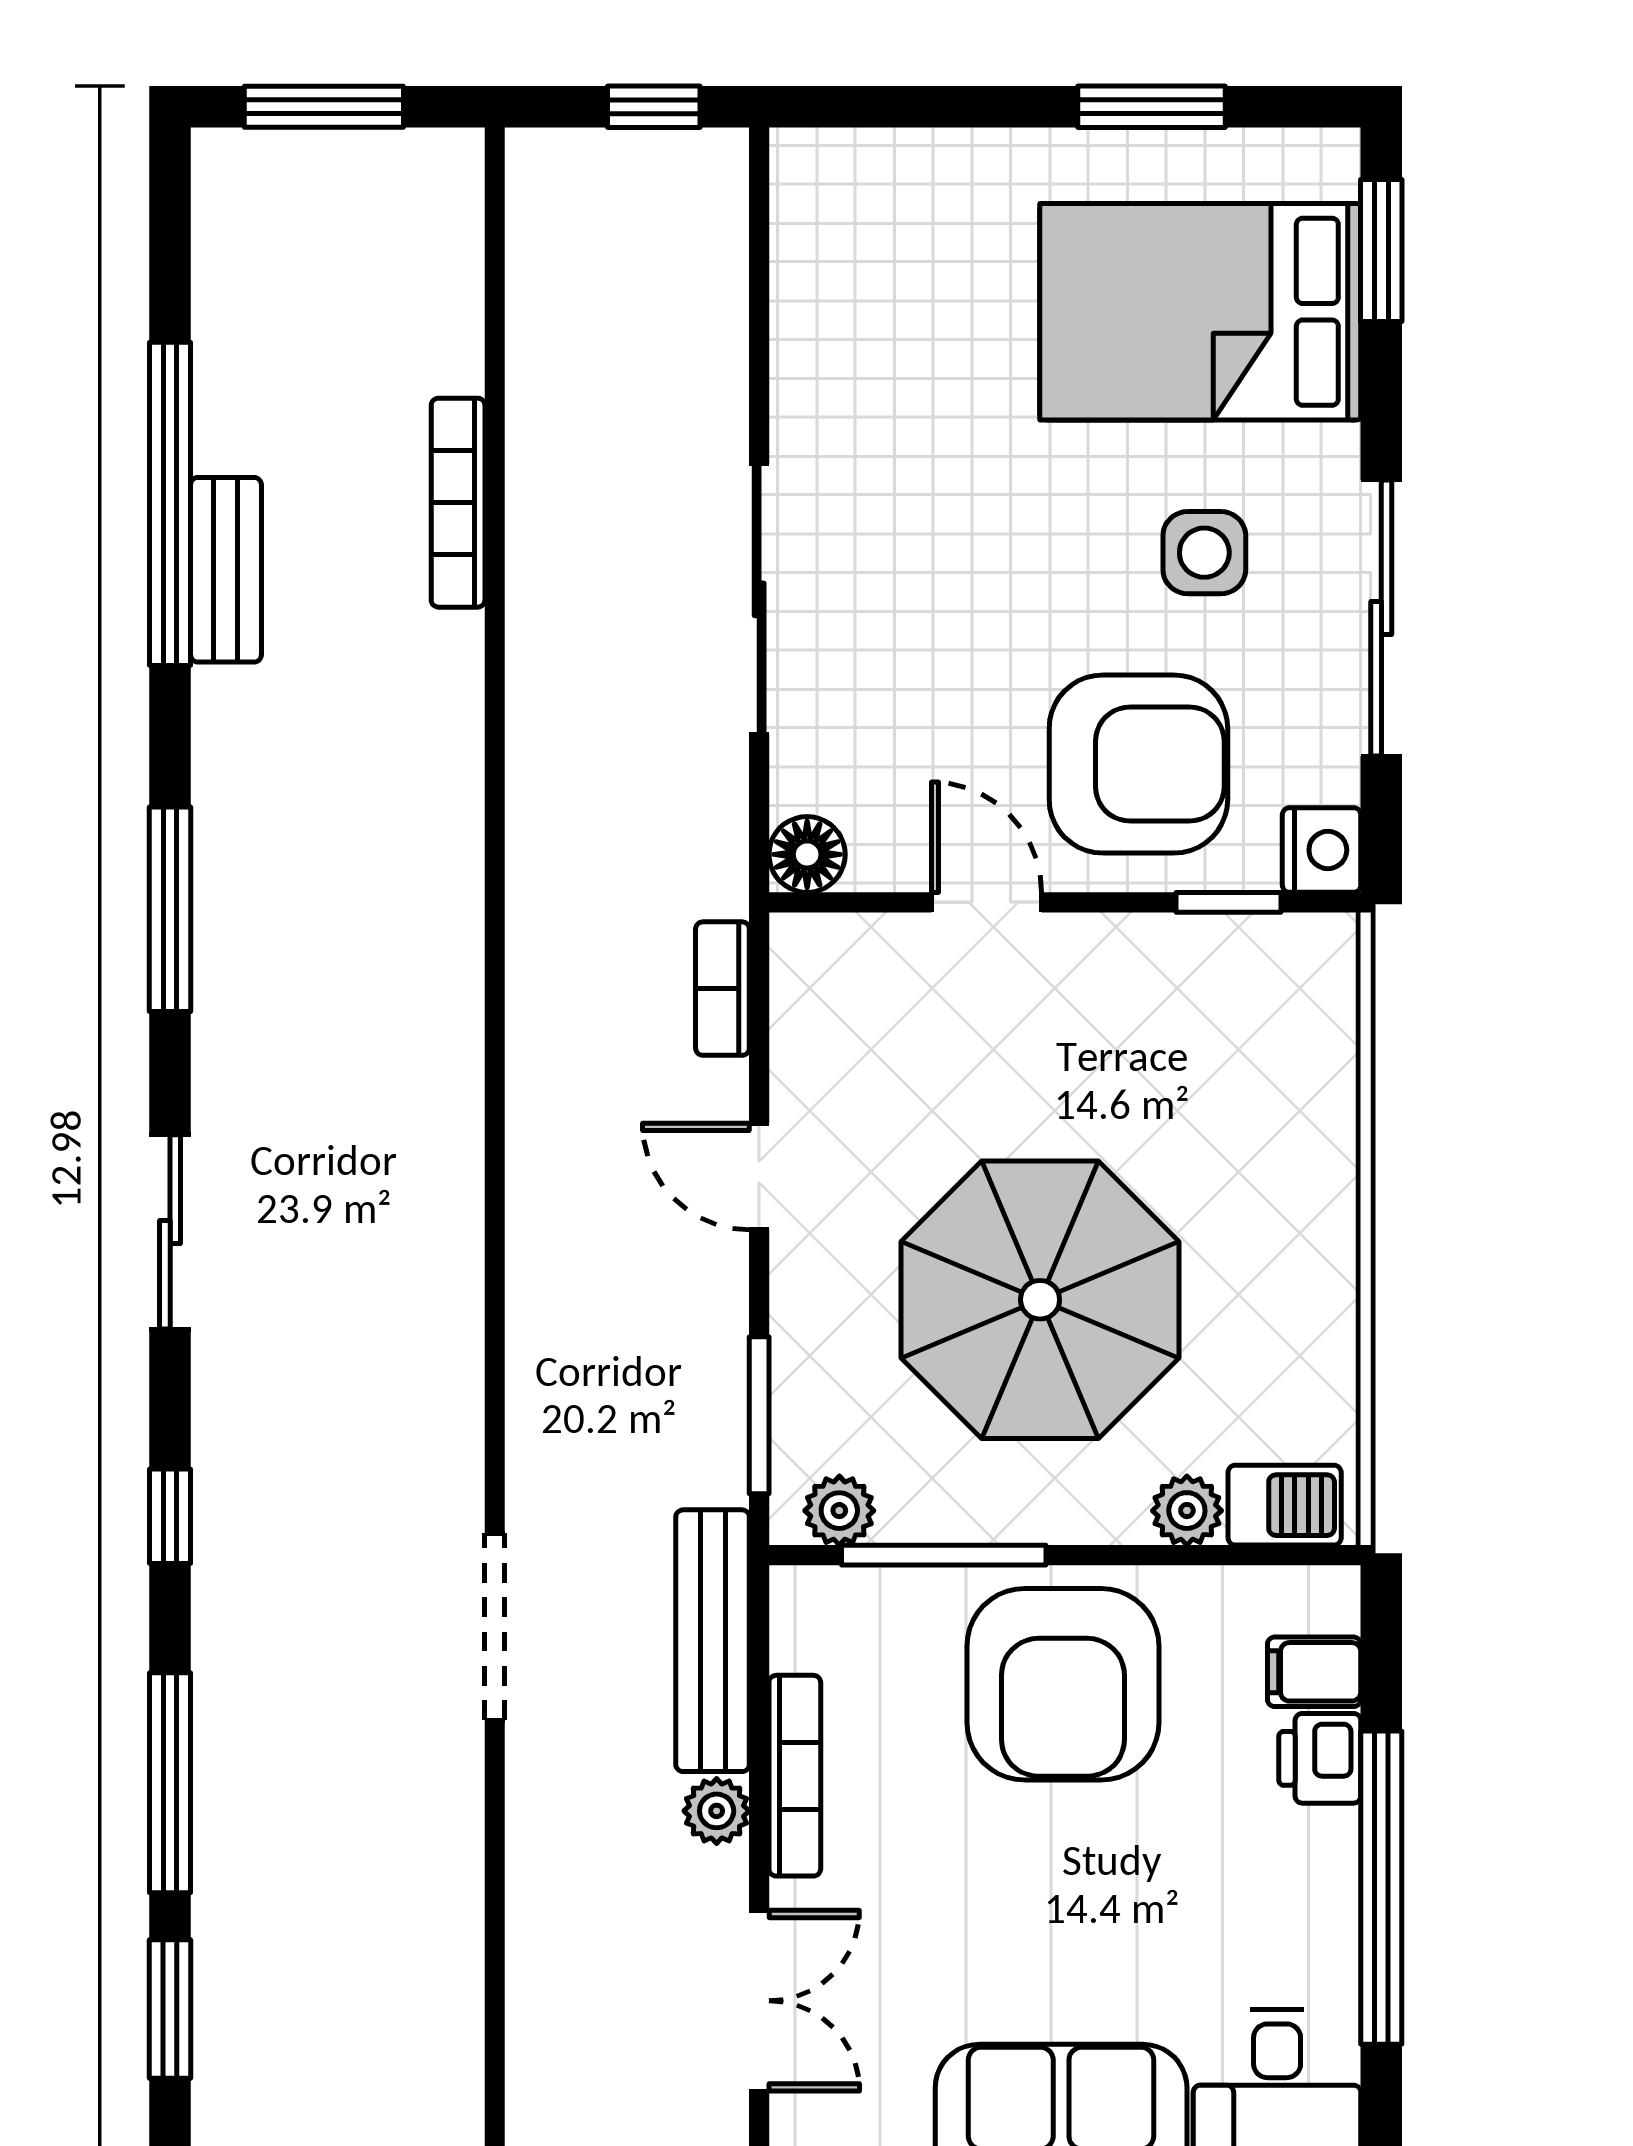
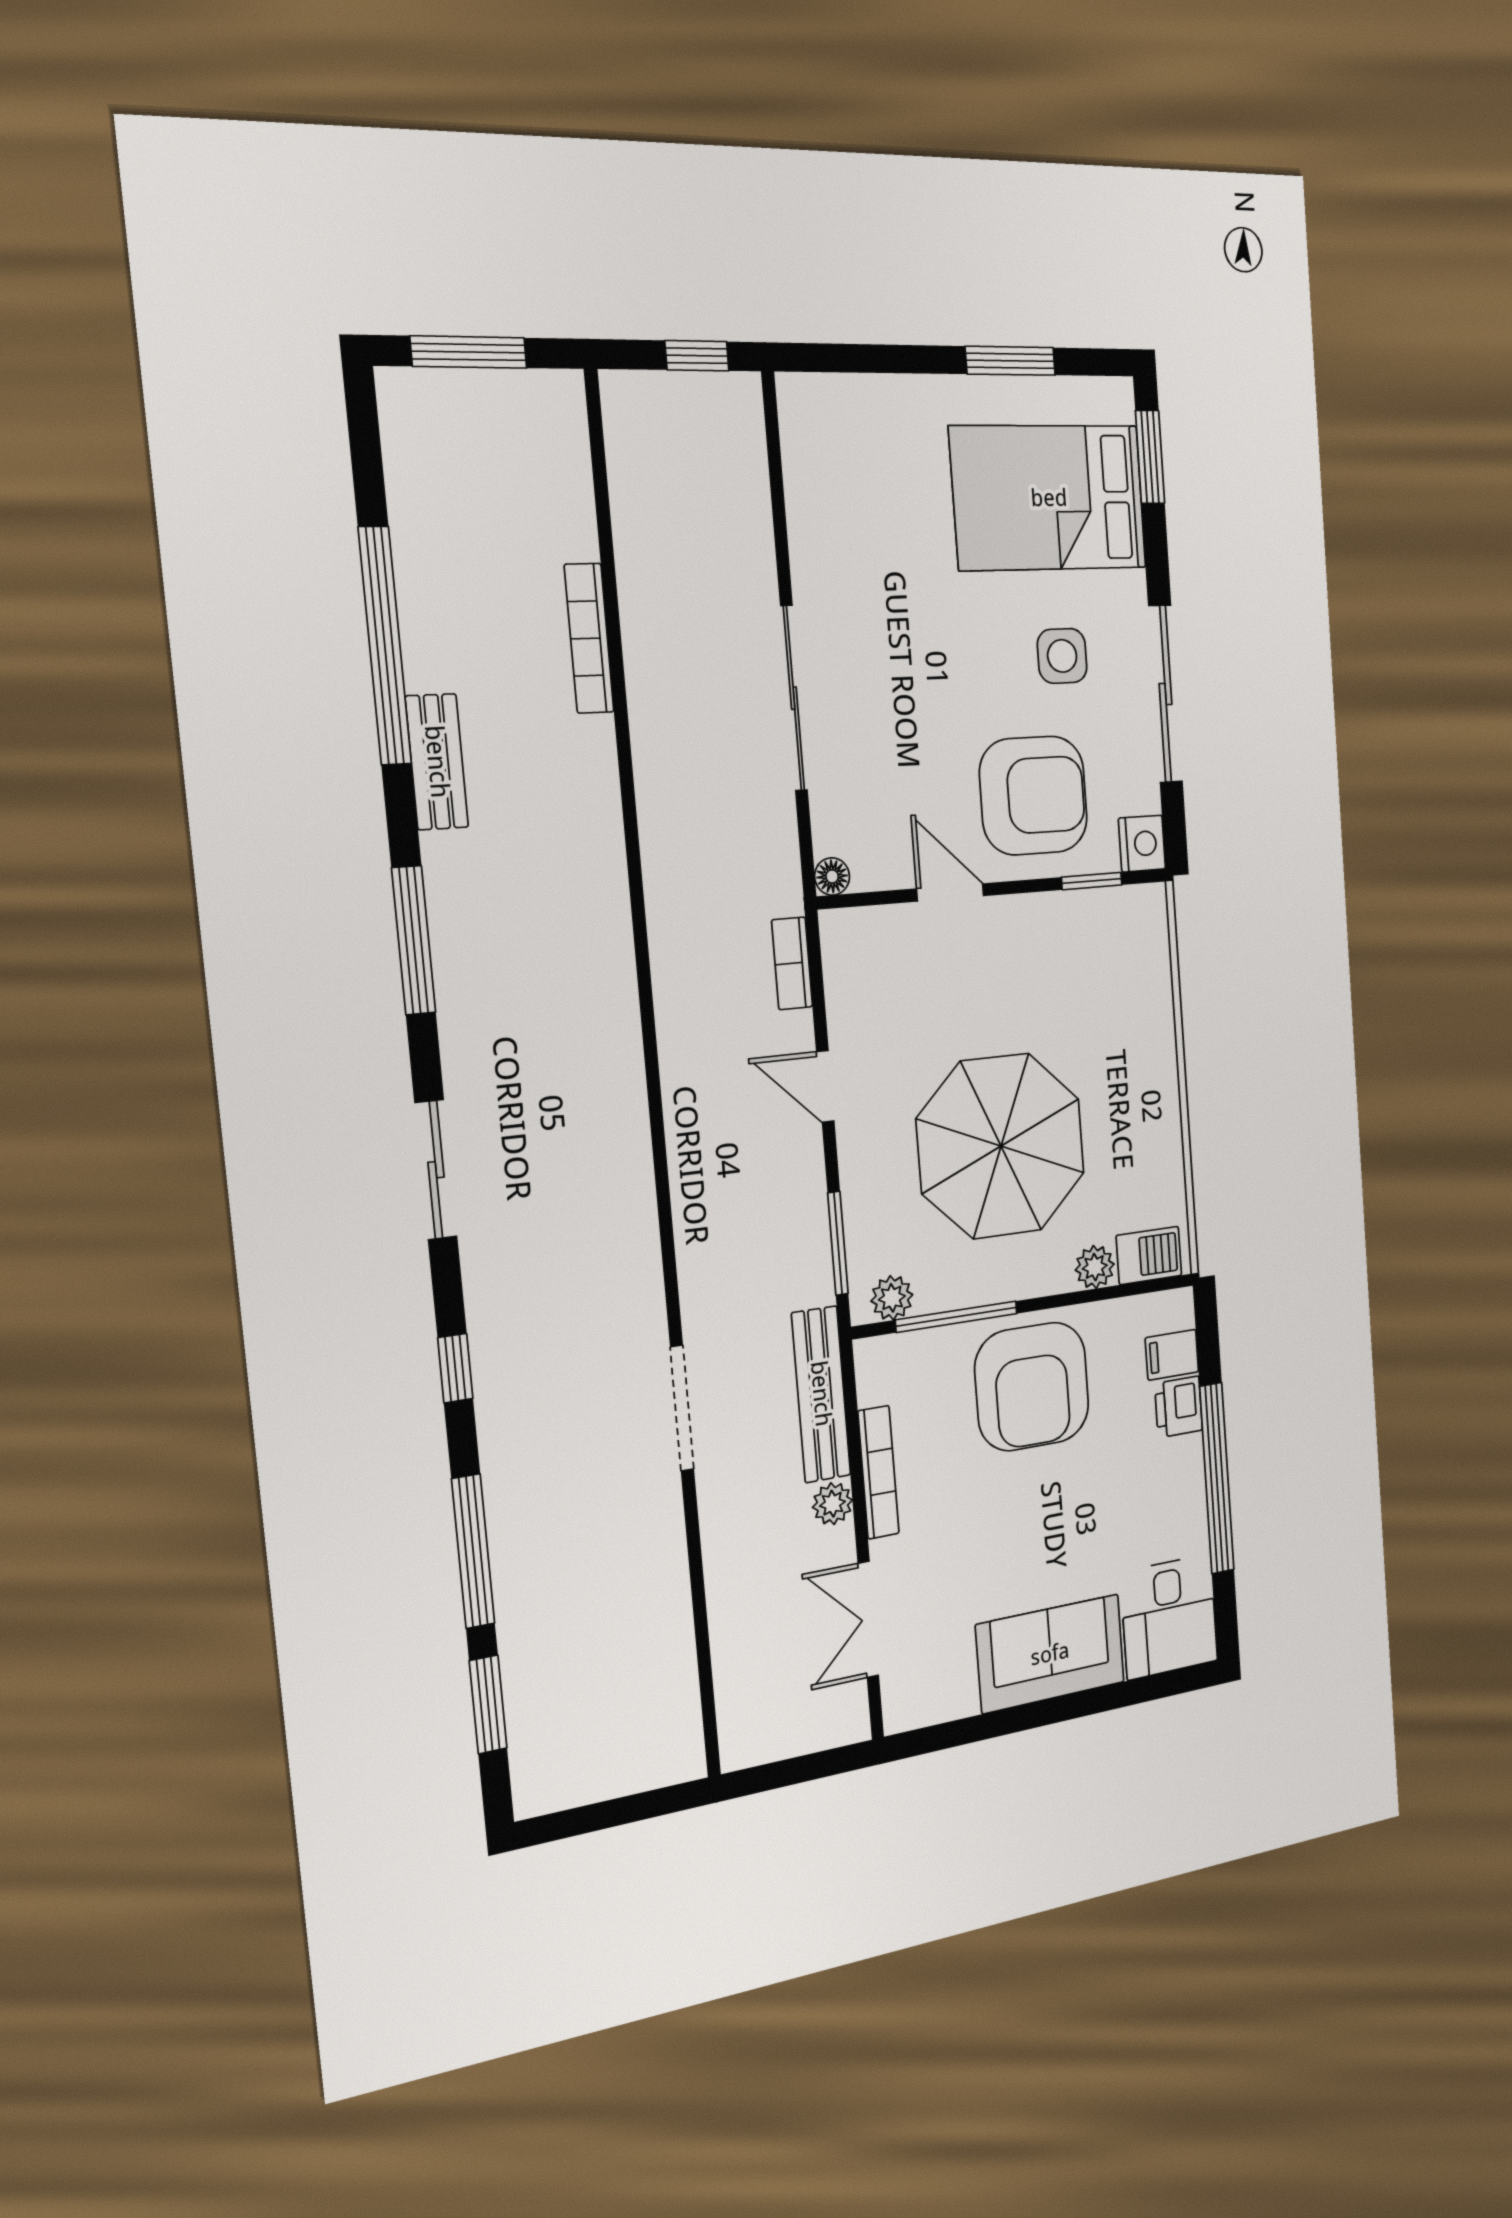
bench: (226, 570) -> (437, 762), moved
floor lamp: (807, 854) -> (832, 876), width x0.73, depth x0.73
double door: (759, 2001) -> (868, 1619), swing flipped

